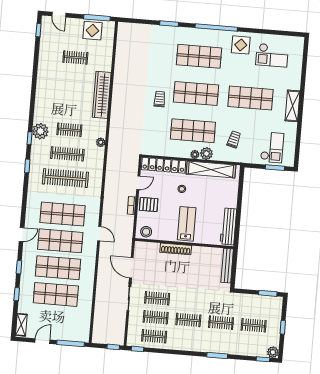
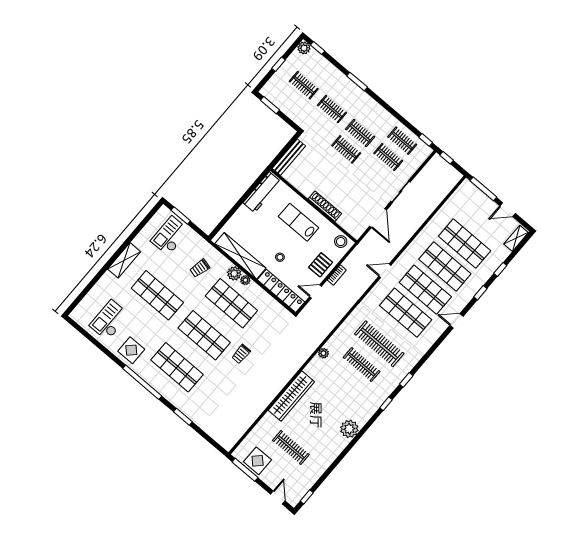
checkout: (272, 55) -> (110, 320), turned -90
clothes rail: (75, 57) -> (291, 448), width x1.36
clothes rail: (69, 130) -> (344, 385), removed
plant: (40, 131) -> (349, 429), moved
pallet: (149, 204) -> (321, 265), turned 90
lab bench: (187, 224) -> (298, 222), turned 90
door: (99, 234) -> (385, 271), hinge flipped
clothes rail: (157, 298) -> (346, 149), moved

